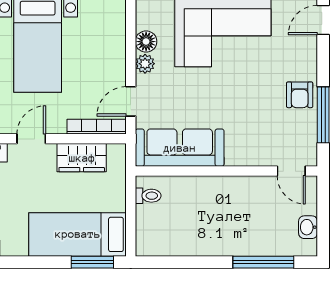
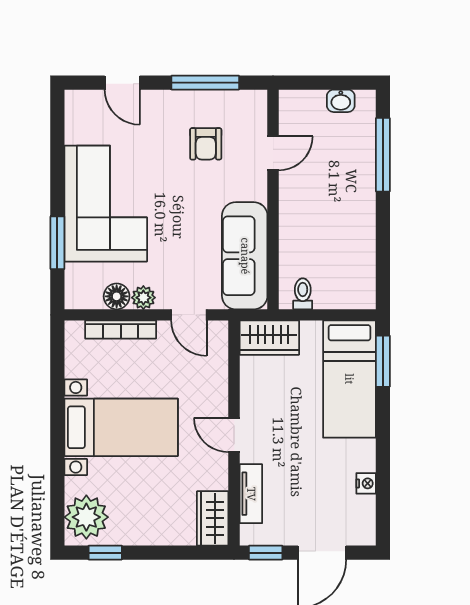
door: (323, 20) -> (122, 83), moved
armchair: (300, 95) -> (206, 144), moved, turned 90
bookcase: (97, 127) -> (121, 329), moved, turned -90
wardrobe: (82, 158) -> (269, 338), moved, turned 90
door: (291, 171) -> (273, 153), moved

